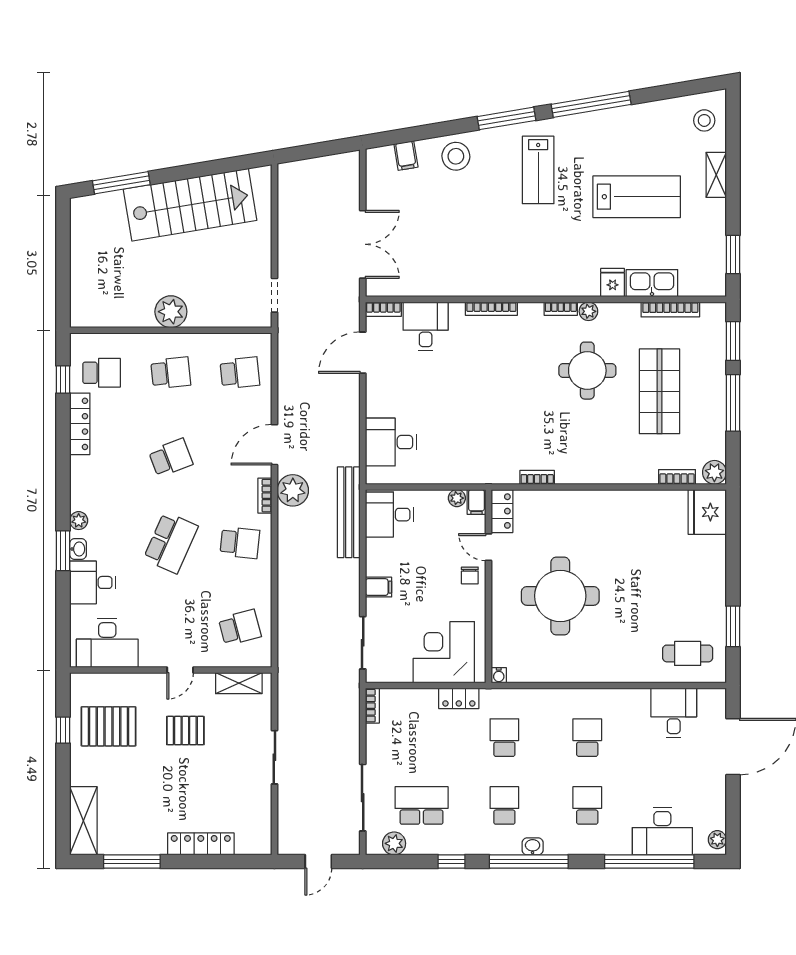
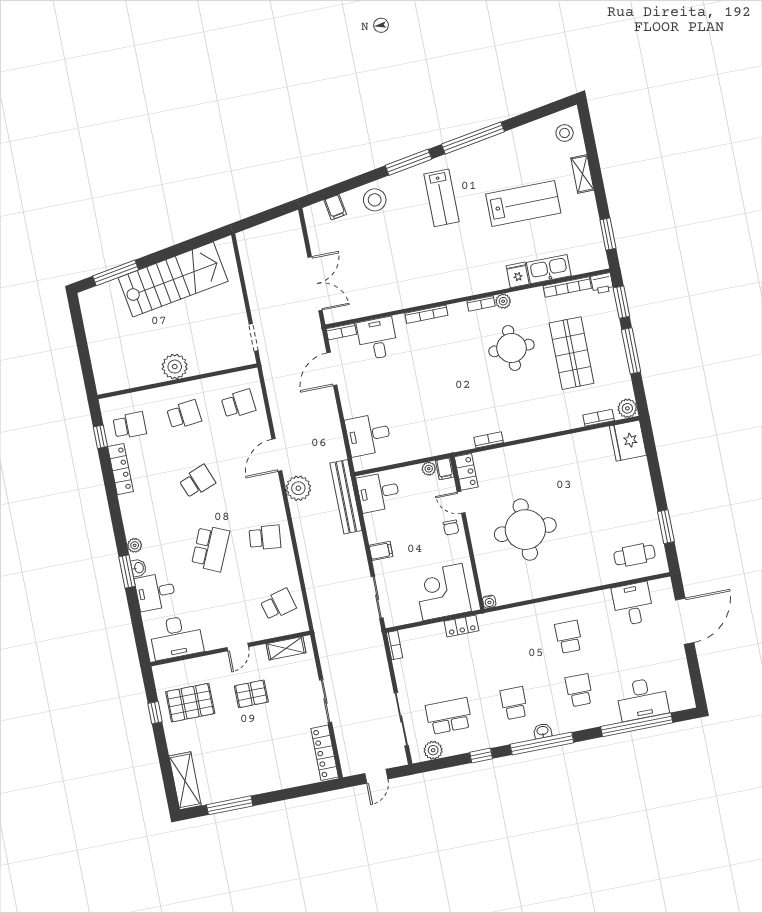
printer: (714, 313) -> (602, 283), added
bookcase: (265, 496) -> (277, 497), removed
school desk: (504, 738) -> (503, 650), removed
plant: (717, 840) -> (687, 697), removed
locker: (201, 844) -> (325, 753), moved, turned -90

